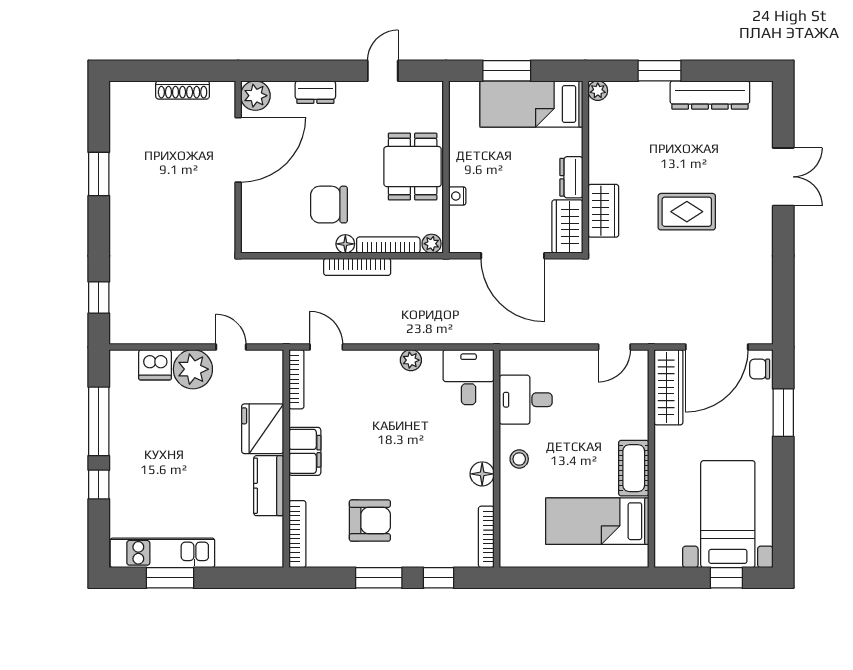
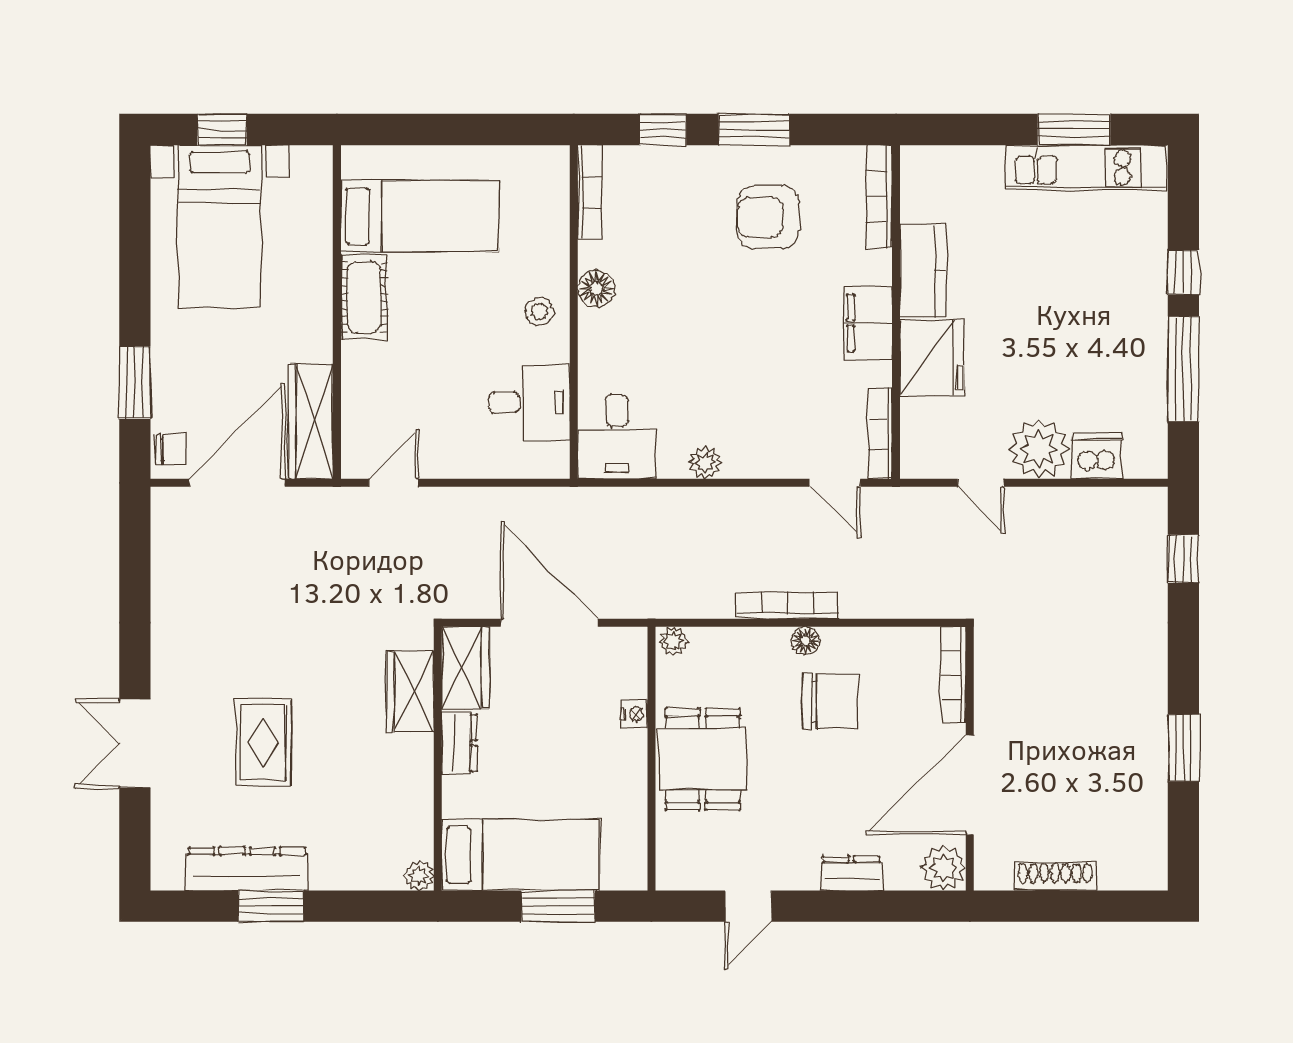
window: (659, 71) -> (271, 906), moved
rug: (687, 212) -> (263, 742), moved, turned 90
bookcase: (388, 245) -> (954, 675), moved, turned 90

